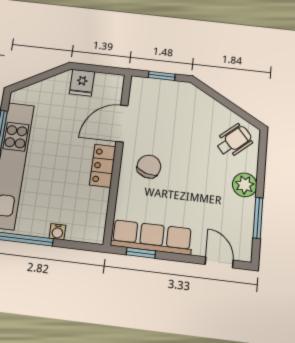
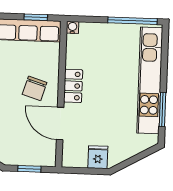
door: (122, 124) -> (60, 123), swing flipped
water cooler: (57, 232) -> (72, 27), moved

